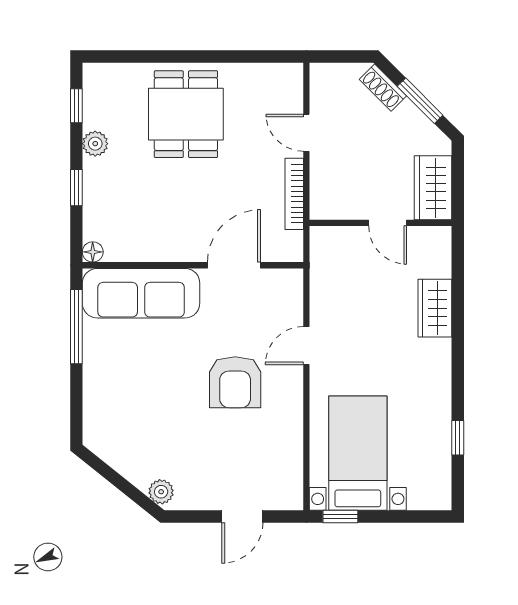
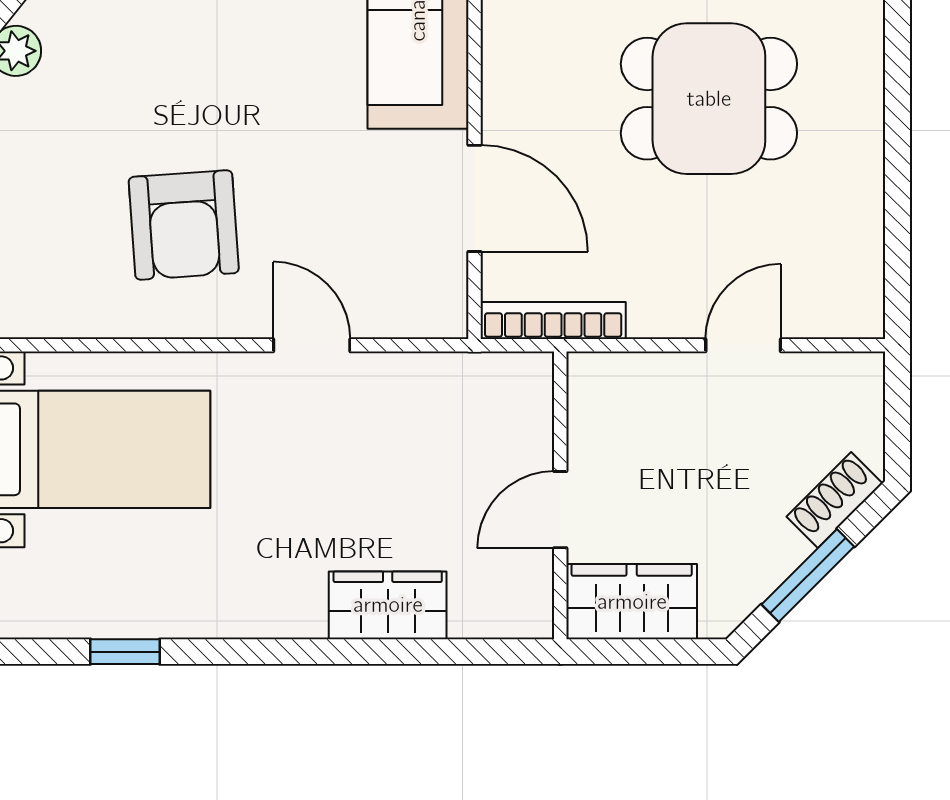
dining table: (186, 114) -> (709, 99), moved
bookcase: (294, 194) -> (553, 320), moved
armchair: (235, 382) -> (184, 225), moved, turned -94

